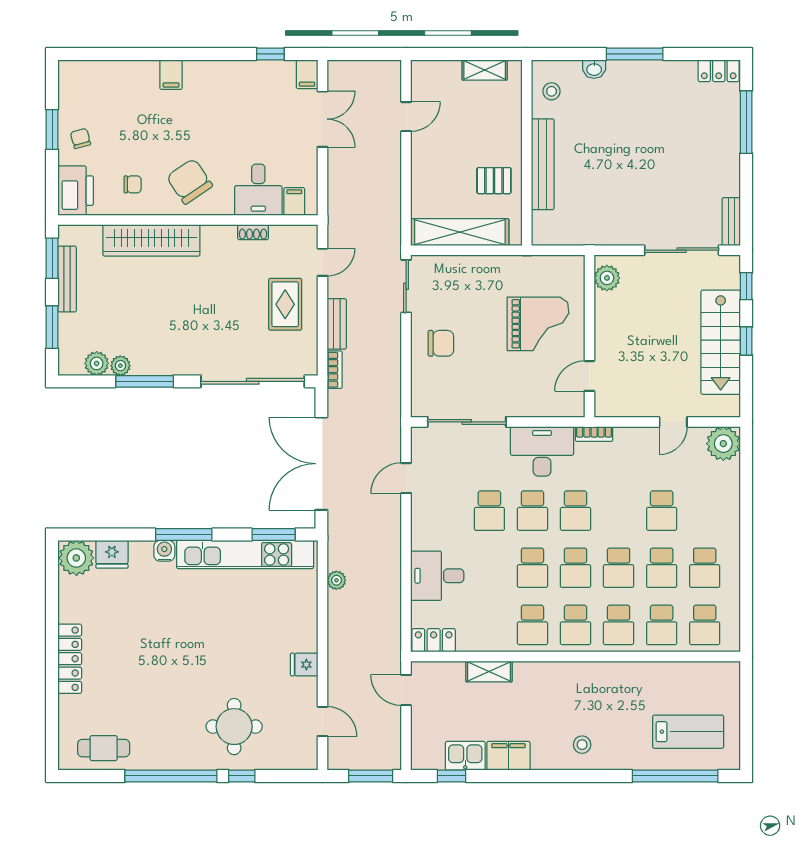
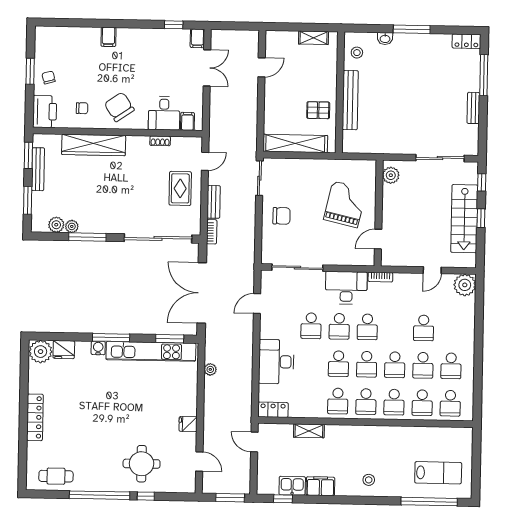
bench: (731, 222) -> (473, 108), moved
grand piano: (538, 324) -> (345, 204), turned -77
desk: (437, 576) -> (276, 362), width x1.37

